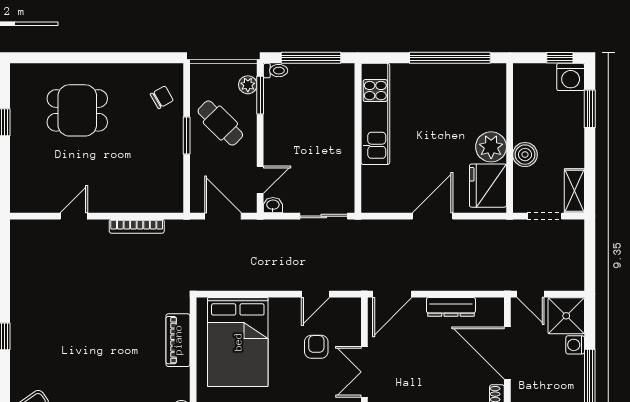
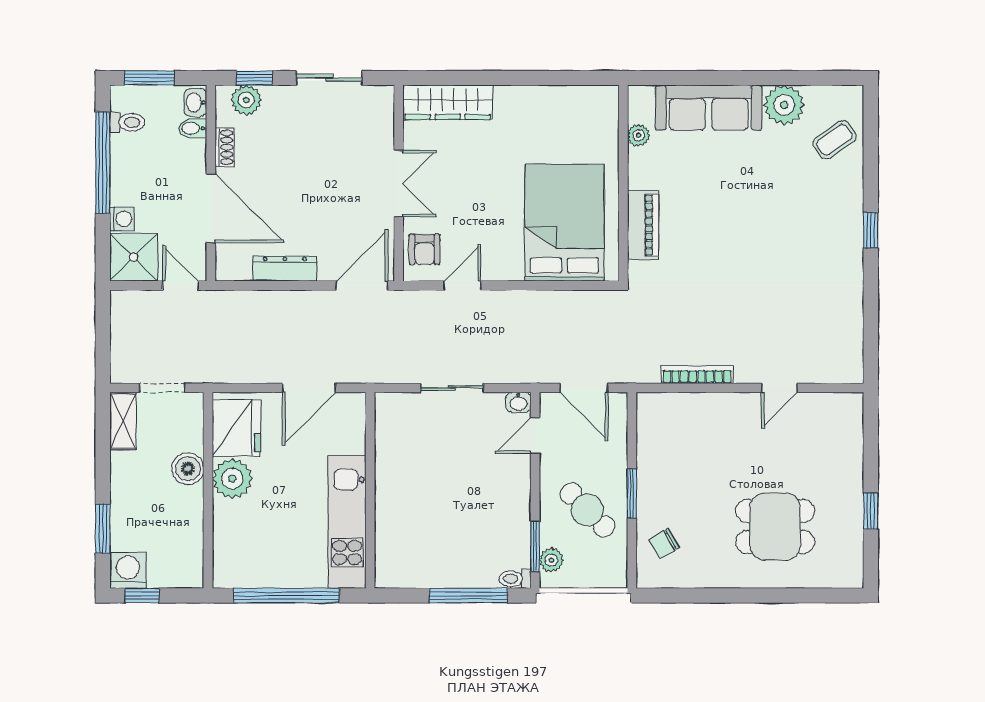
kitchen unit: (375, 114) -> (347, 522), moved
wall: (358, 138) -> (370, 490), moved
armchair: (316, 347) -> (425, 249), moved

